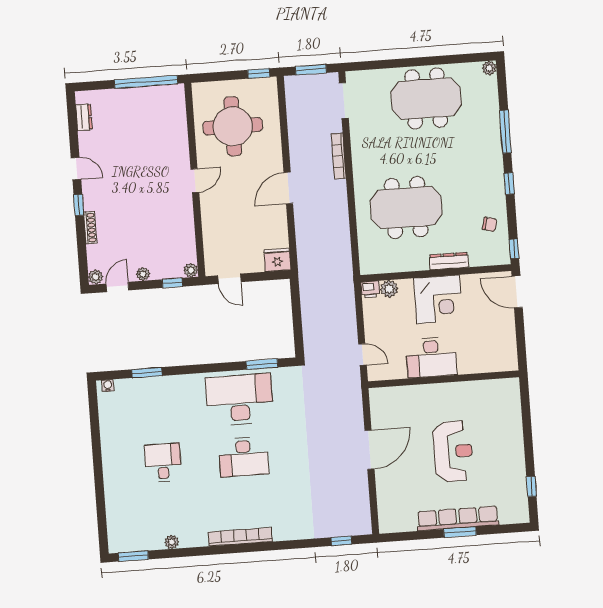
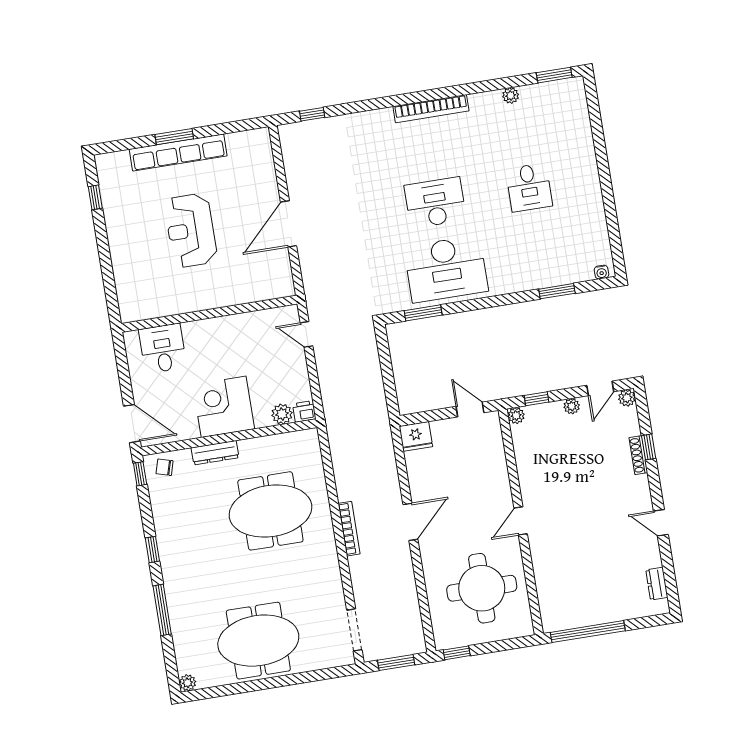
bookcase: (339, 156) -> (349, 529), moved
window: (79, 205) -> (649, 447), moved
chair: (490, 224) -> (165, 467), moved
desk: (431, 357) -> (163, 348), moved, width x0.73

